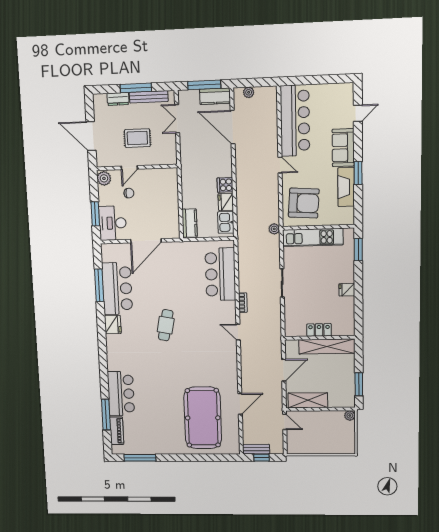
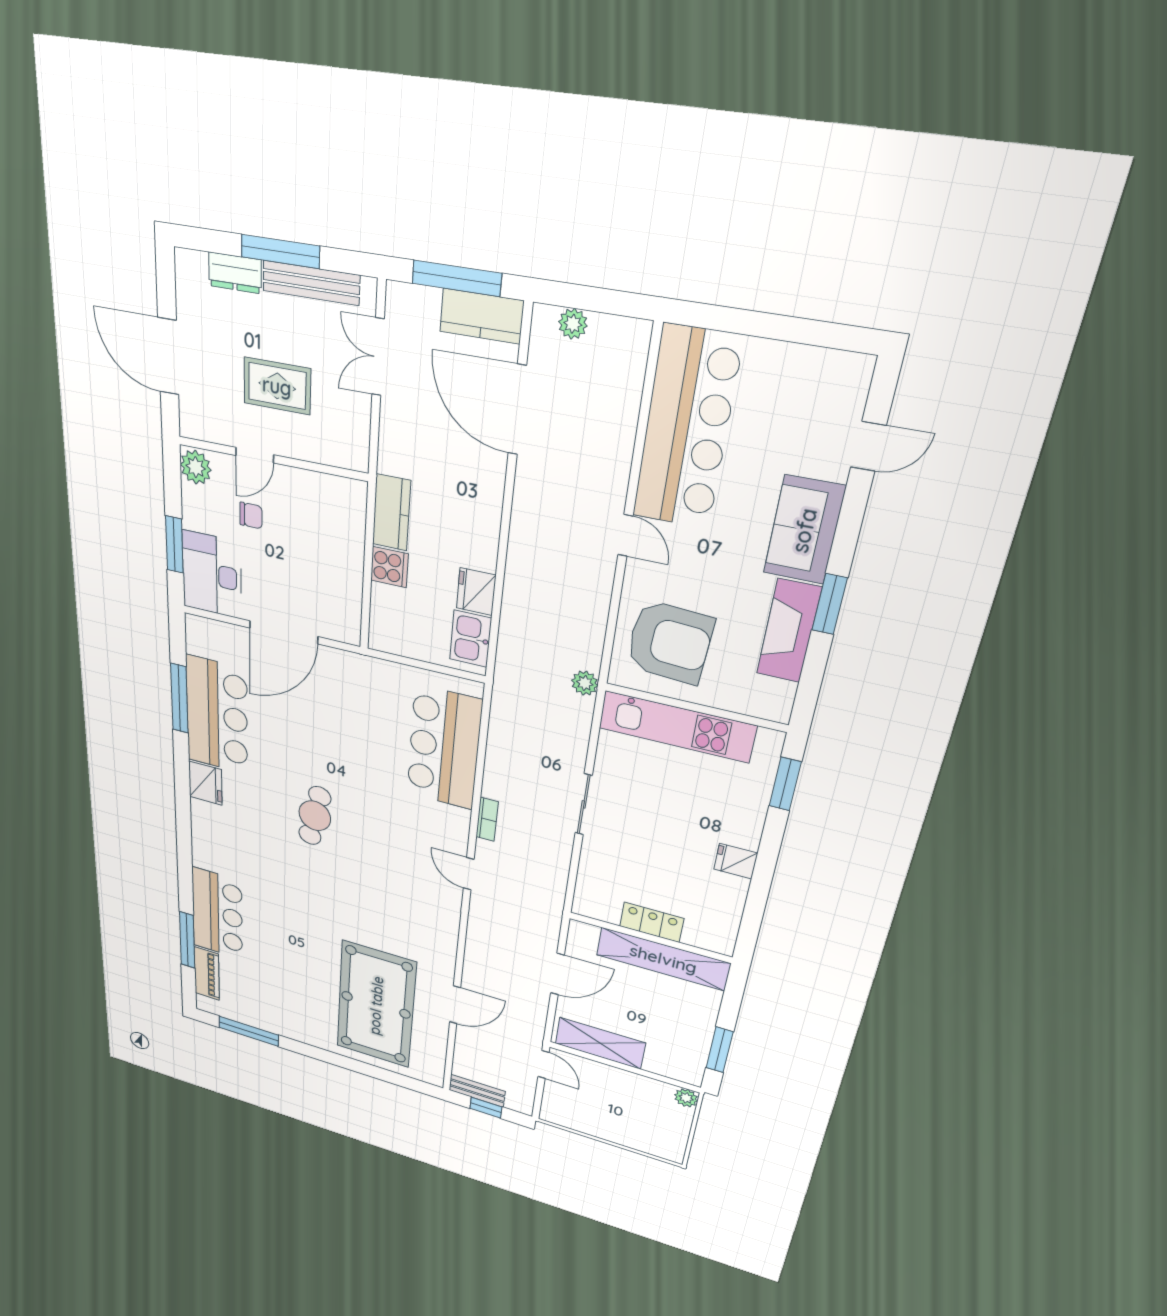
cooker: (225, 185) -> (389, 567), moved, turned 180
kitchen counter: (190, 223) -> (391, 513), moved

